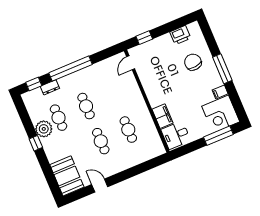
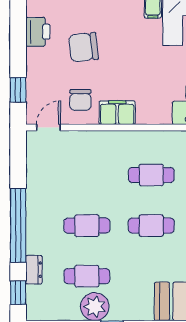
chair: (193, 62) -> (83, 47), moved
door: (131, 63) -> (48, 128), swing flipped
chair: (153, 74) -> (80, 100), added
filing cabinet: (163, 116) -> (117, 113), moved

